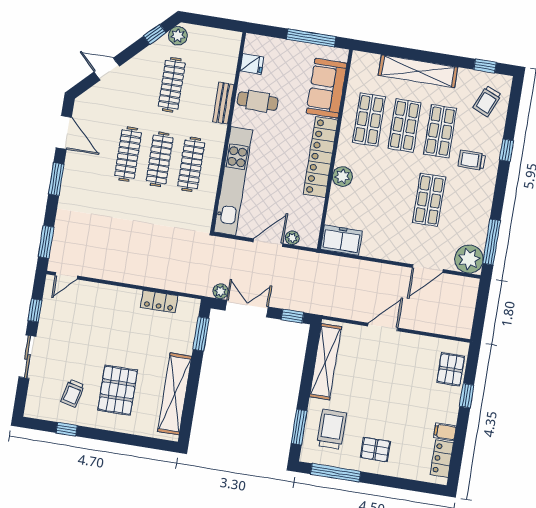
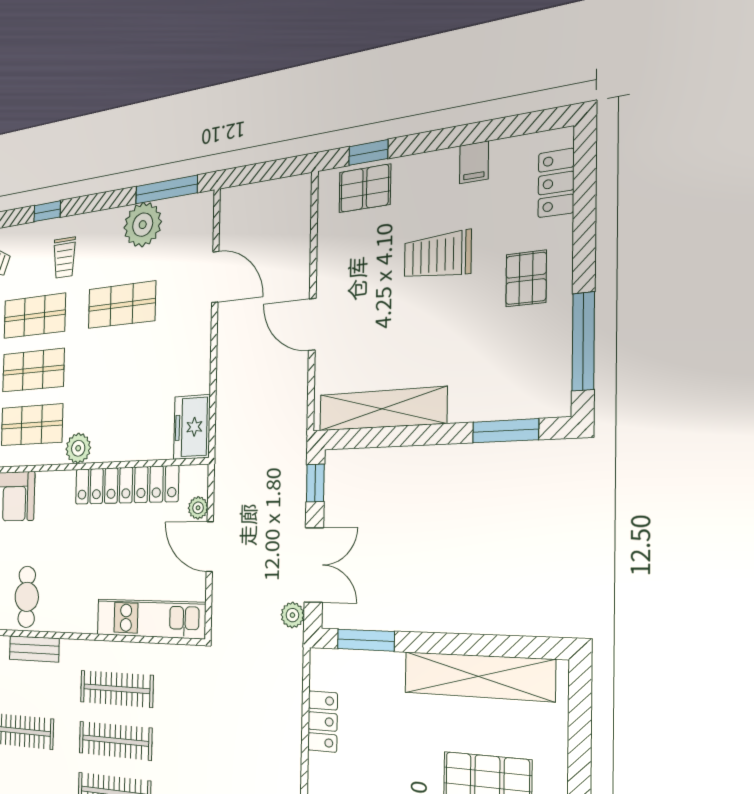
locker: (321, 157) -> (126, 485), moved
plant: (342, 176) -> (78, 448), moved
kitchen unit: (233, 181) -> (150, 619), width x0.73
plant: (469, 259) -> (143, 225), moved
double door: (247, 309) -> (314, 565), swing flipped
window: (467, 396) -> (368, 153), moved
trolley: (332, 429) -> (438, 256), moved
locker: (442, 459) -> (556, 183), moved, turned 90

